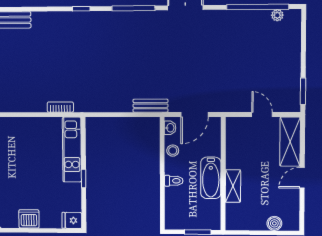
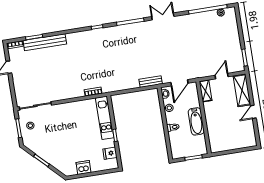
door: (262, 115) -> (222, 76), hinge flipped
shelving: (233, 186) -> (206, 91), moved
fridge: (72, 220) -> (110, 153), moved
boiler: (274, 223) -> (241, 144), removed

